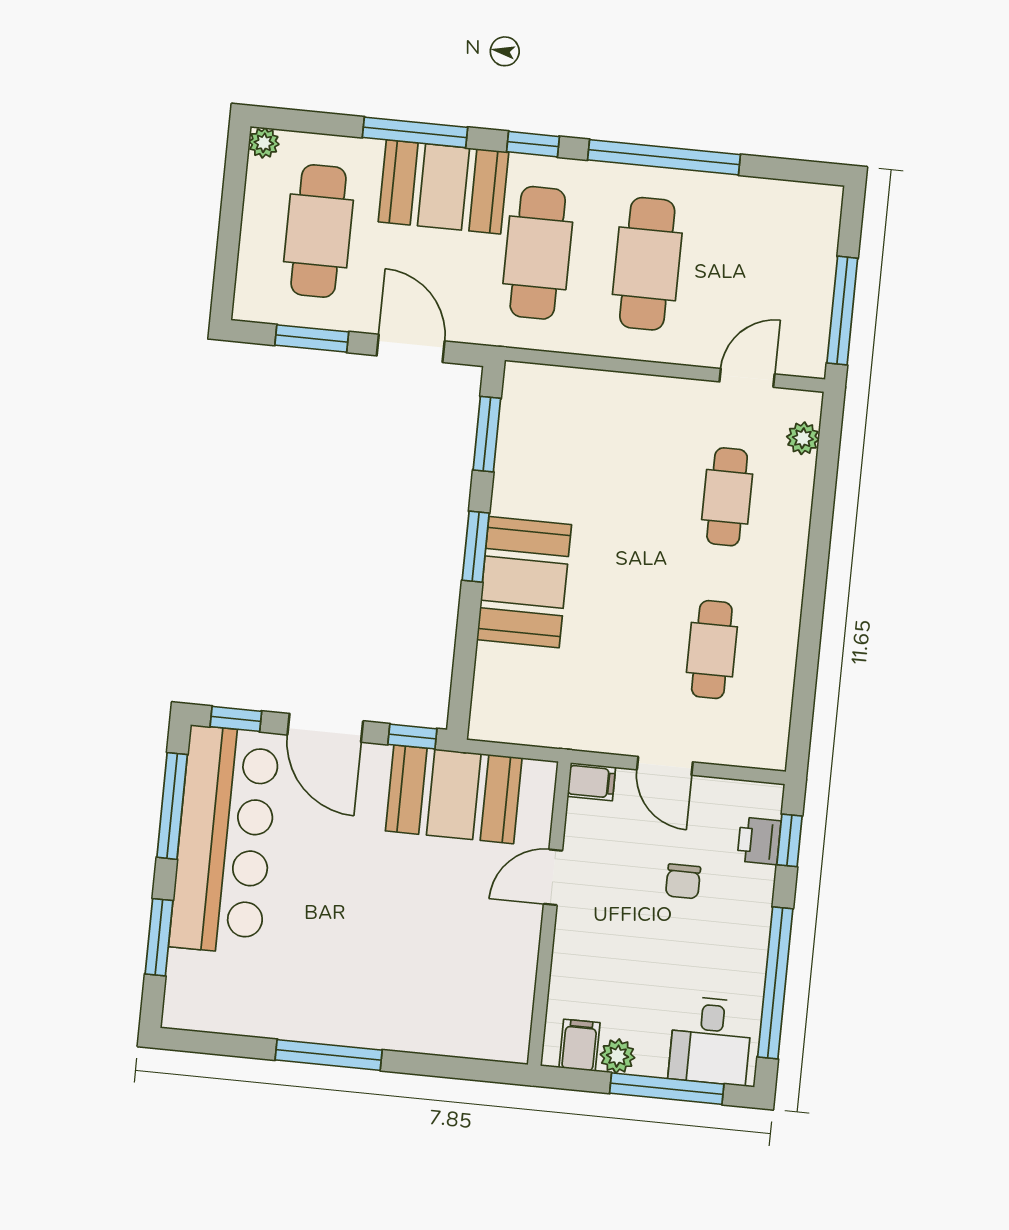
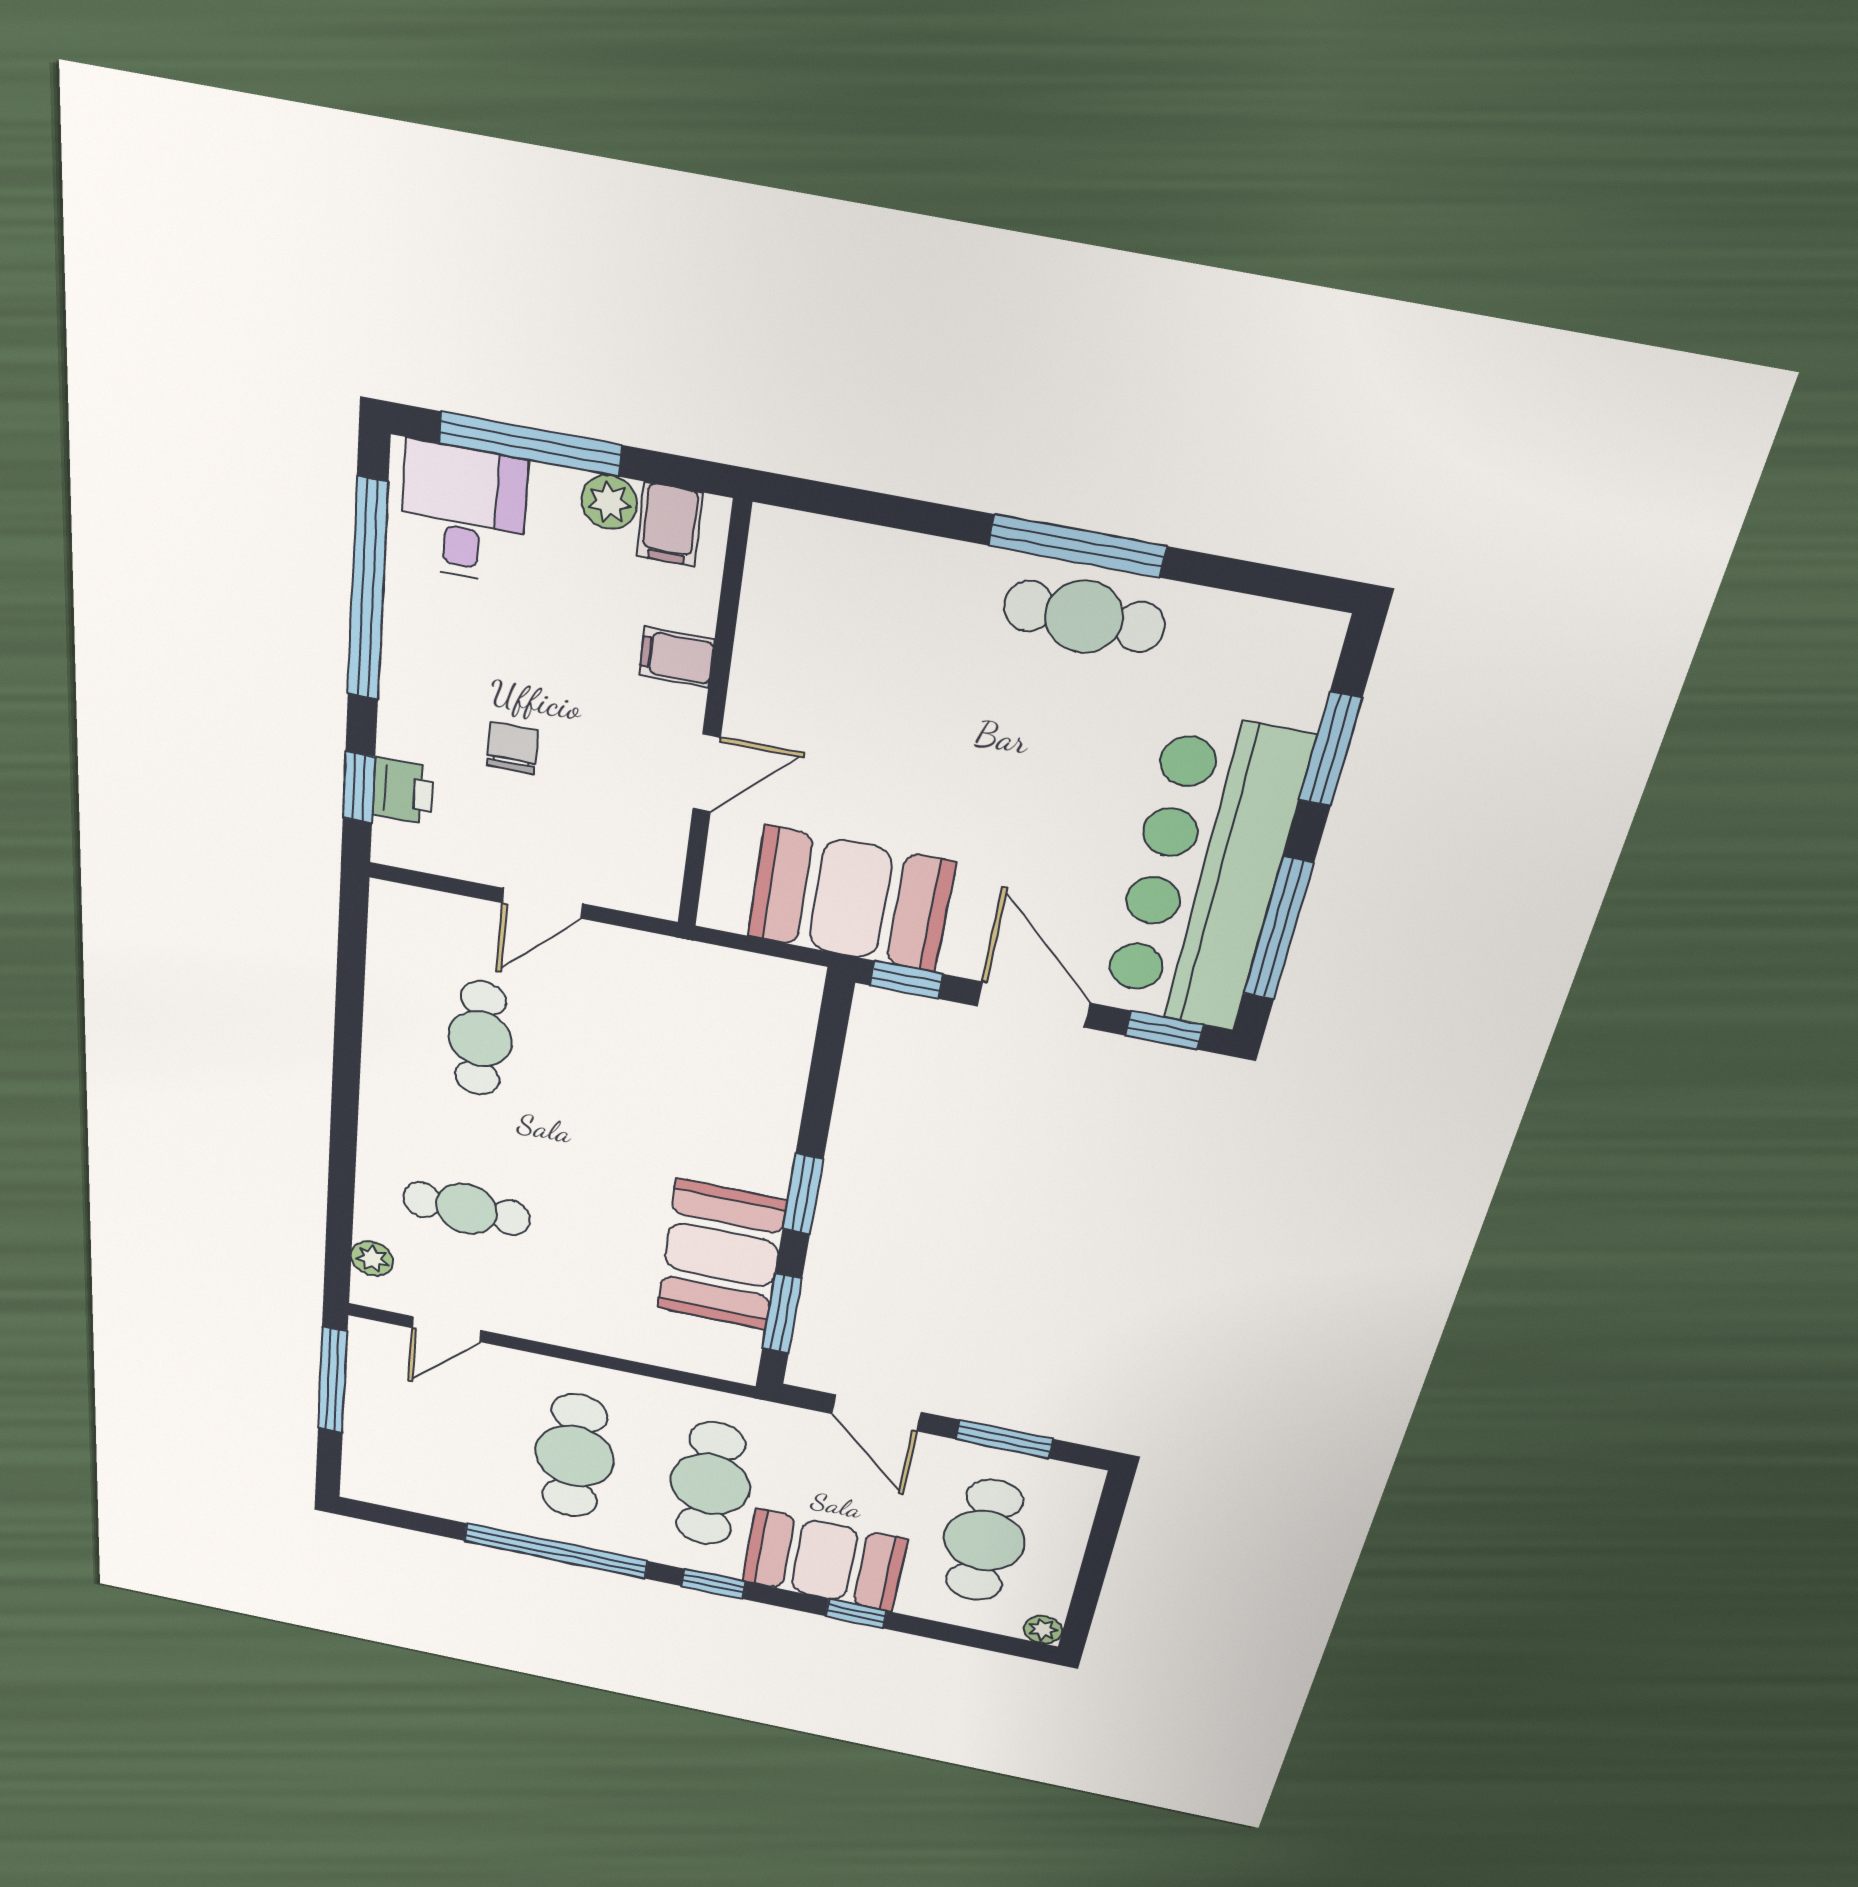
window: (415, 132) -> (856, 1614), width x0.46
cafe table: (727, 497) -> (467, 1209), turned 90
booth: (524, 582) -> (721, 1255), moved
door: (665, 766) -> (542, 903), swing flipped
filing cabinet: (591, 782) -> (677, 657), moved
cafe table: (320, 1010) -> (1084, 616), added

